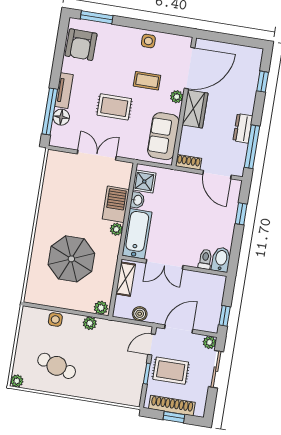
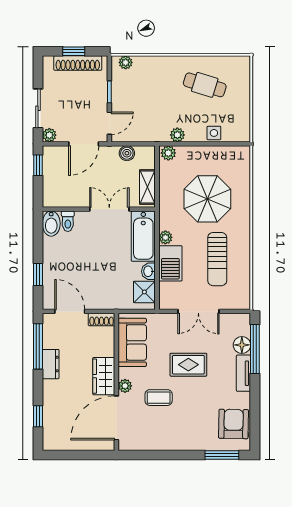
side table: (148, 41) -> (164, 439), removed
sun lounger: (71, 201) -> (217, 259), added
rug: (171, 371) -> (85, 99), removed
plant: (17, 381) -> (126, 62), moved

